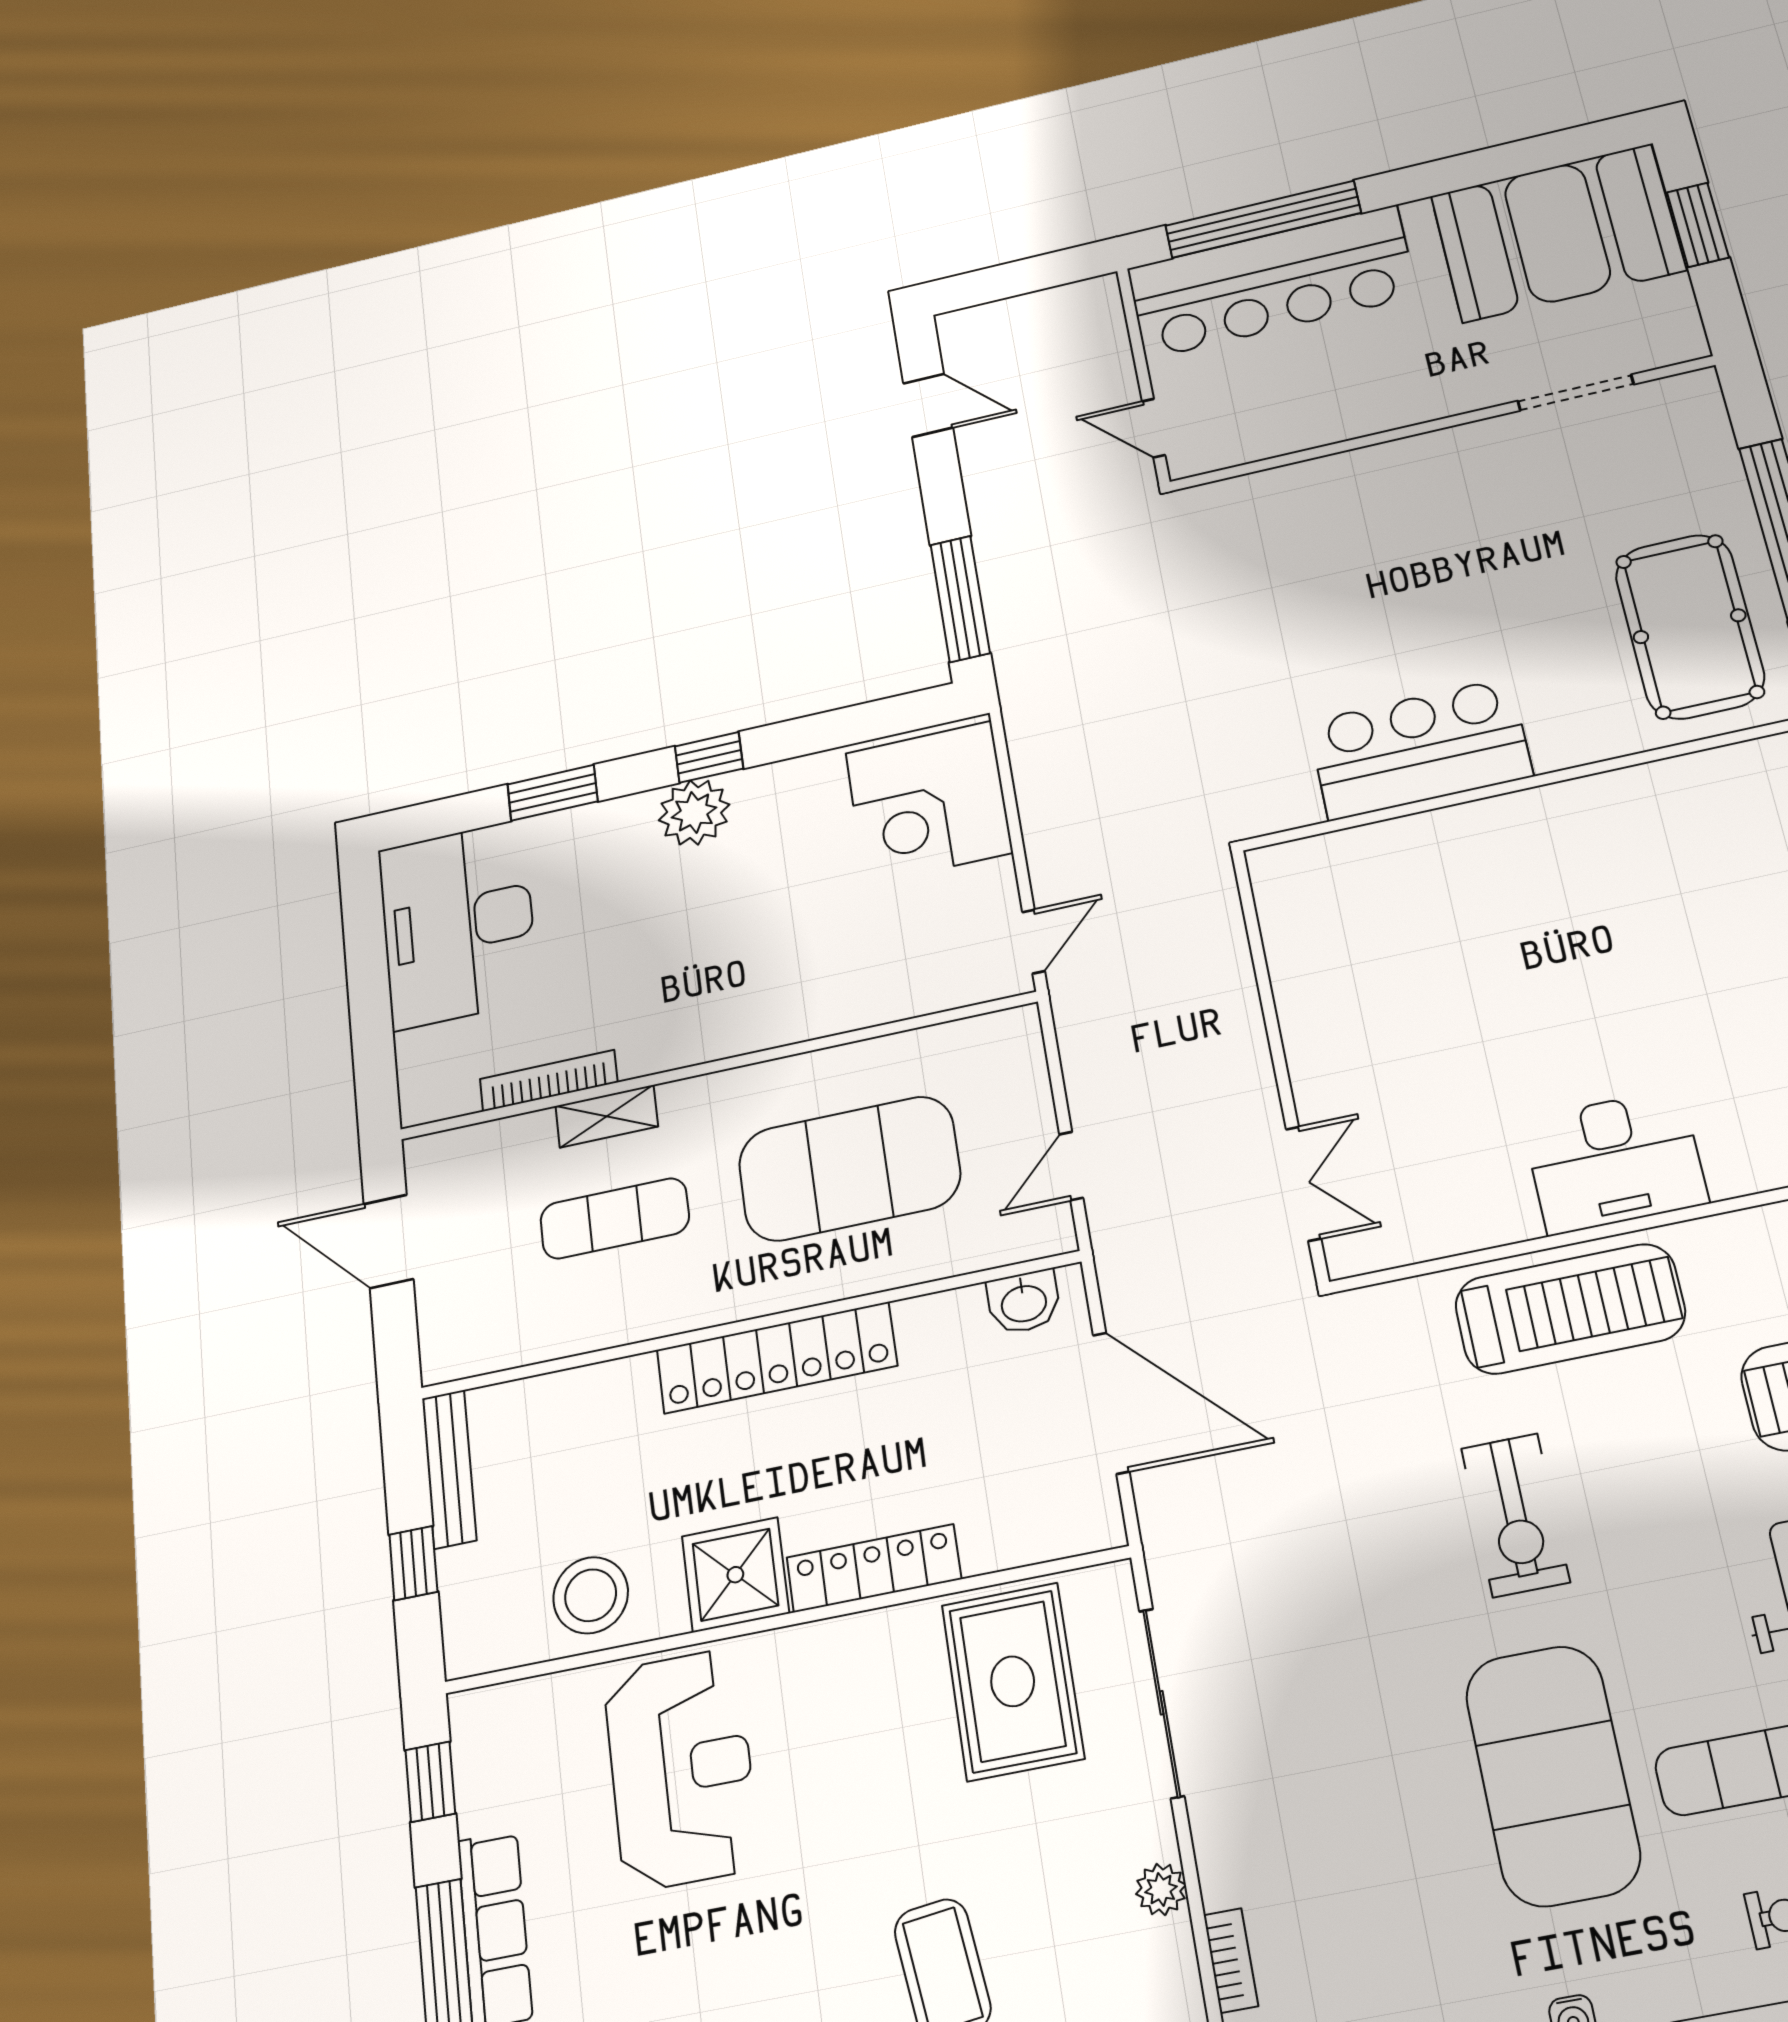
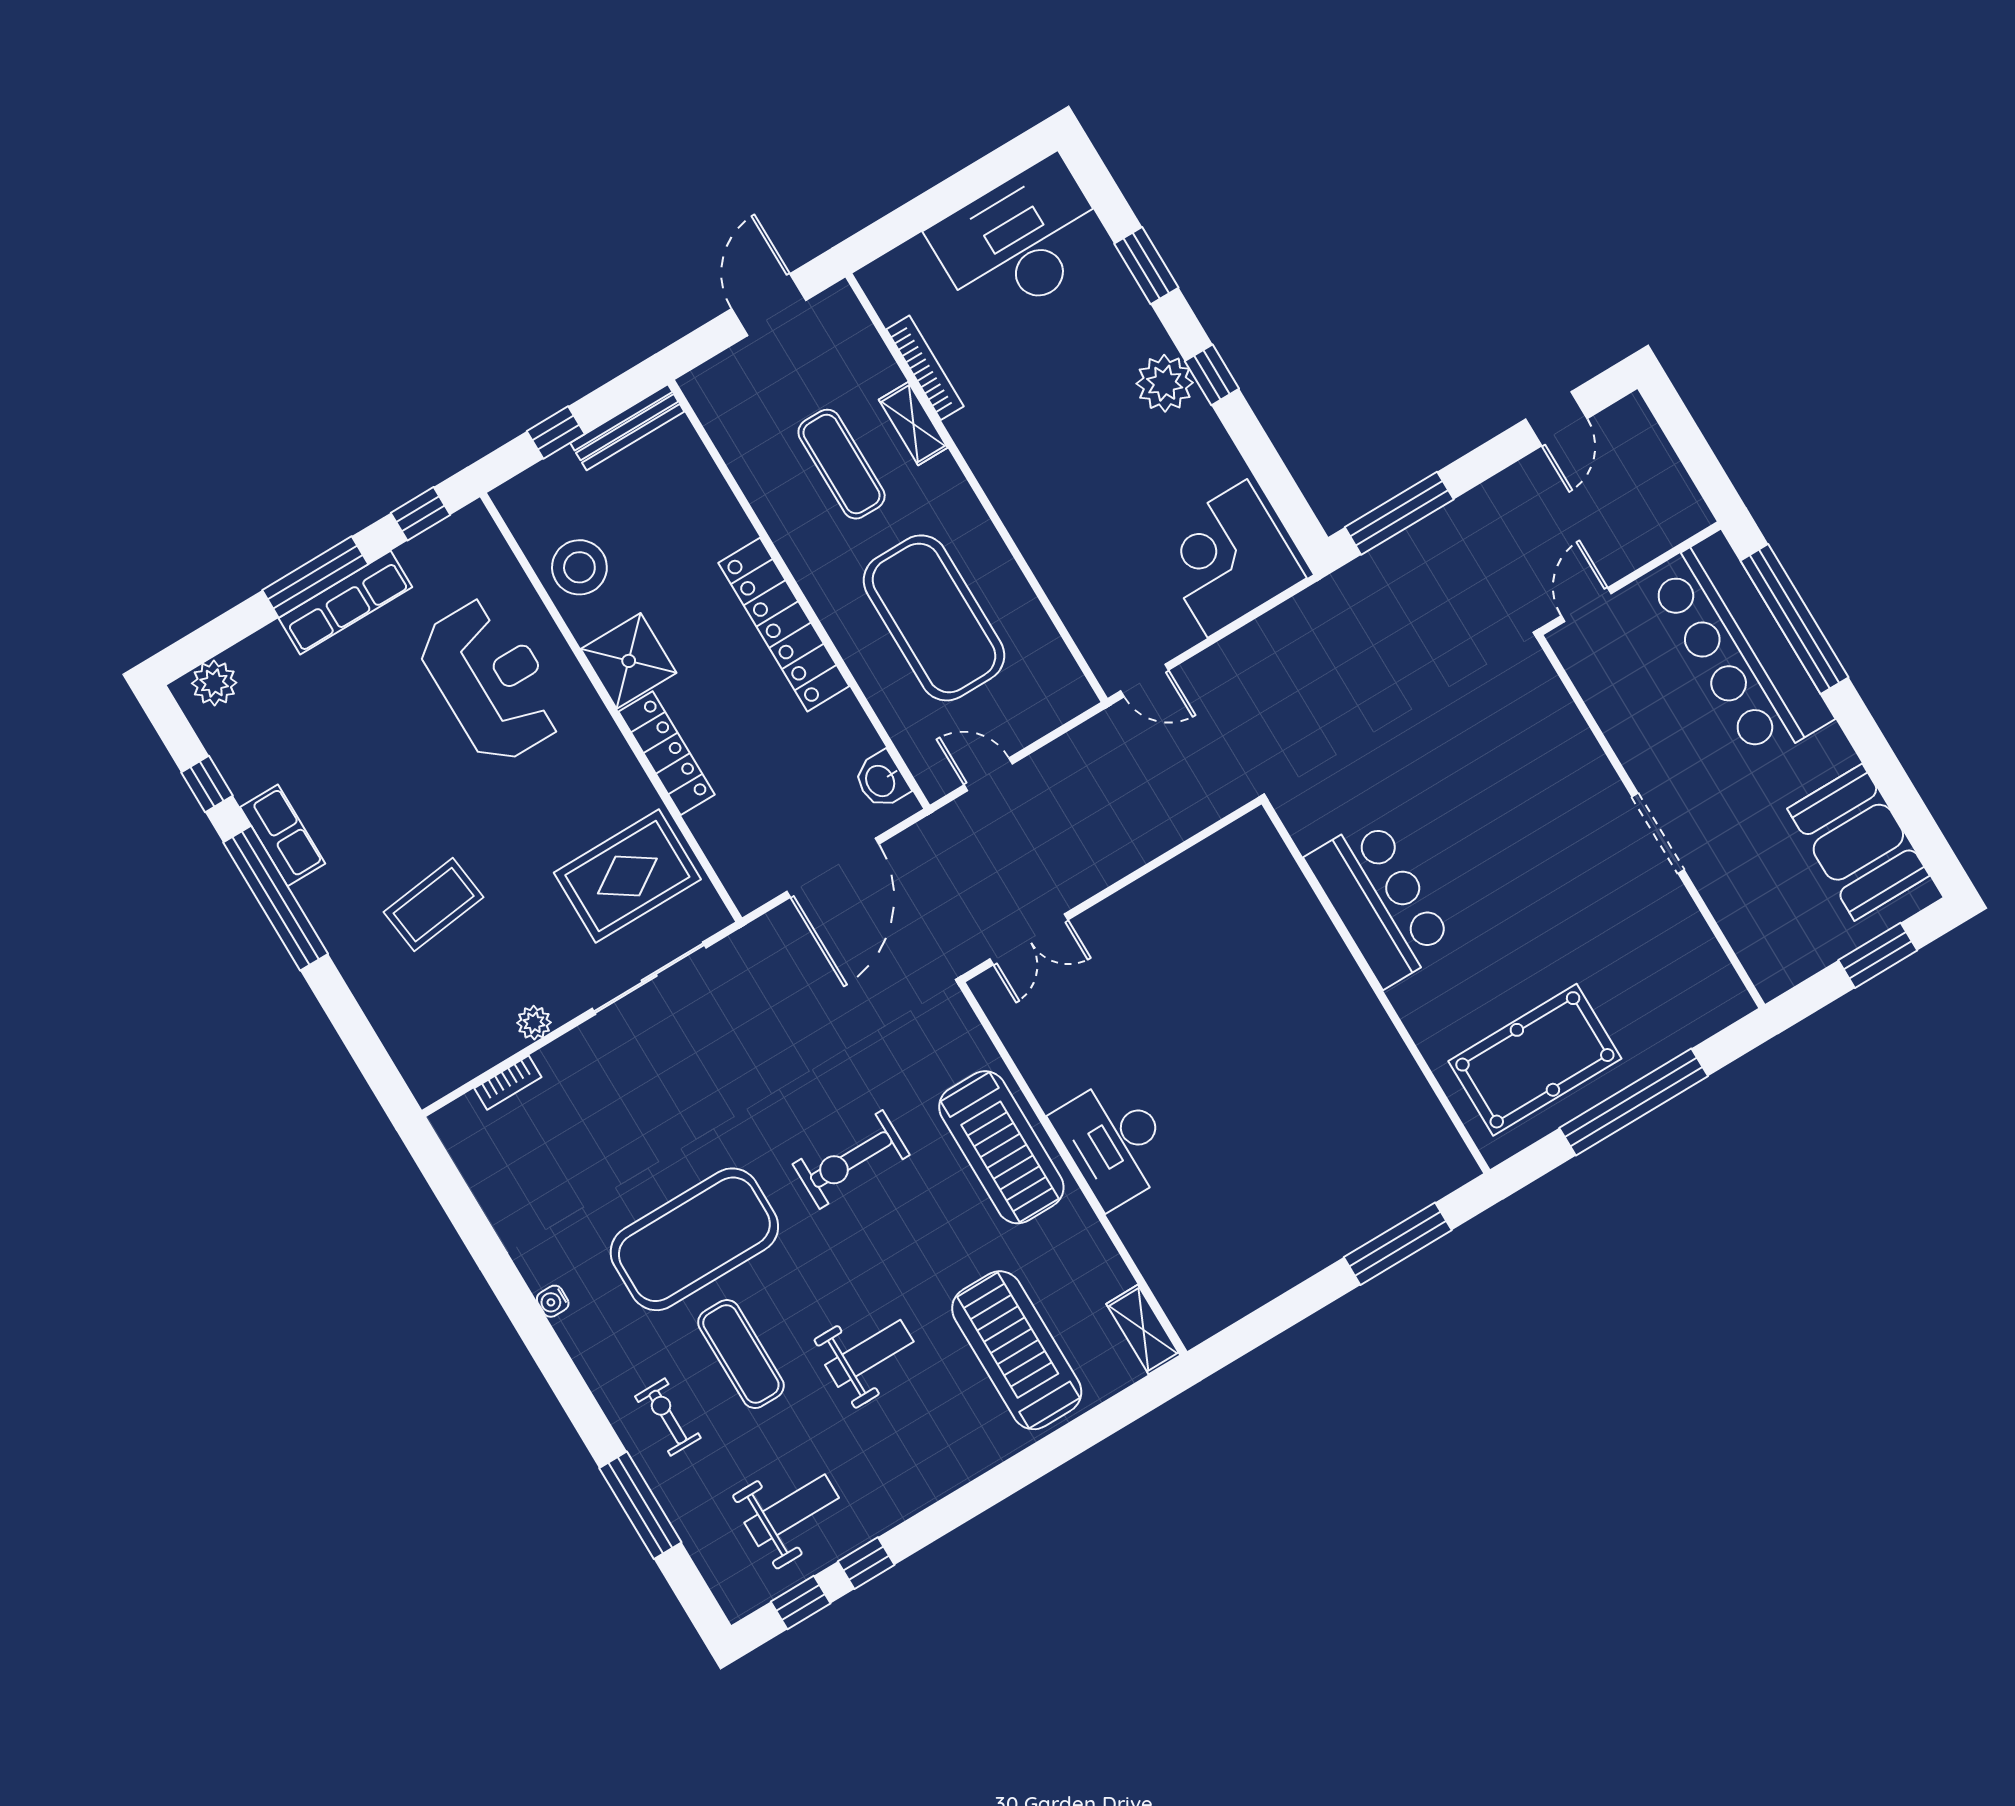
booth: (1557, 233) -> (1858, 842), width x0.73, depth x0.70
doorway: (1576, 393) -> (1658, 833), moved
reception desk: (681, 1769) -> (492, 680), turned -90

